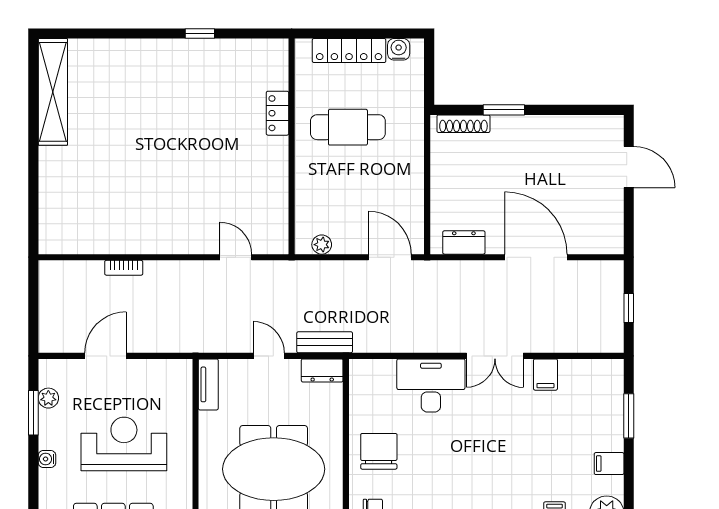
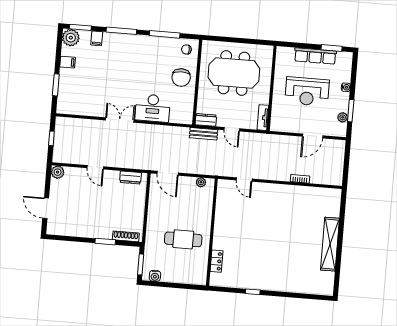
locker: (349, 51) -> (180, 277), removed
window: (429, 70) -> (141, 264), added
shelving: (53, 92) -> (330, 244), moved
locker: (278, 113) -> (217, 261), moved
plant: (611, 241) -> (58, 172), added
door: (536, 257) -> (95, 167), width x0.53
filing cabinet: (545, 375) -> (95, 109), removed

